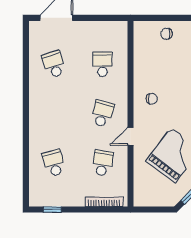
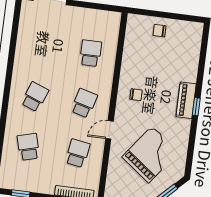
school desk: (54, 64) -> (35, 97), moved, turned 39

